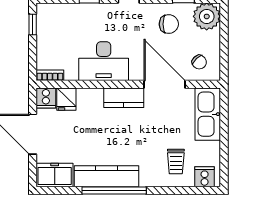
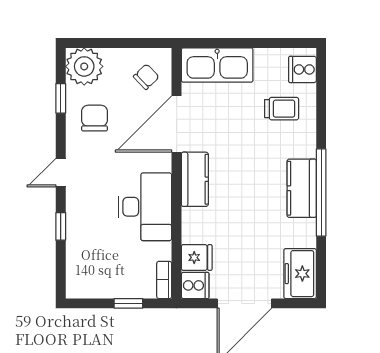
window: (33, 25) -> (128, 303), moved
kitchen counter: (107, 176) -> (302, 188), width x0.67

